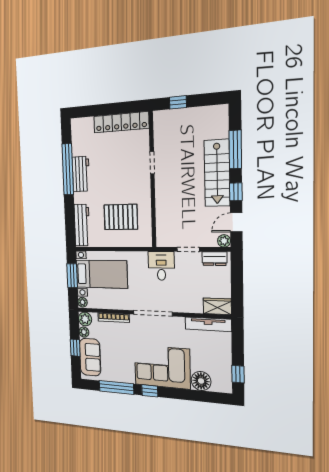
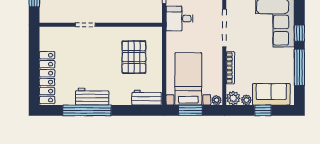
locker: (121, 122) -> (47, 78), moved
workbench: (82, 225) -> (147, 98), width x0.73

